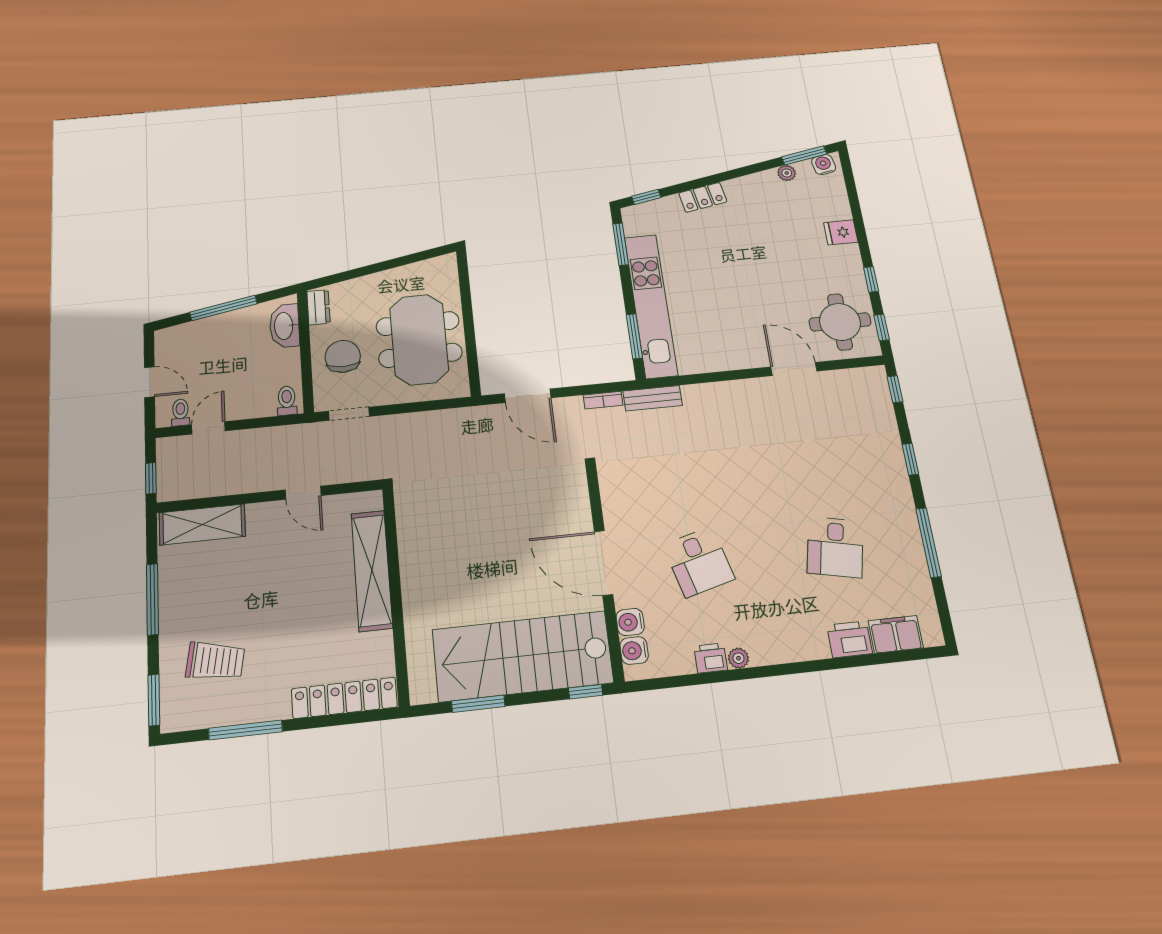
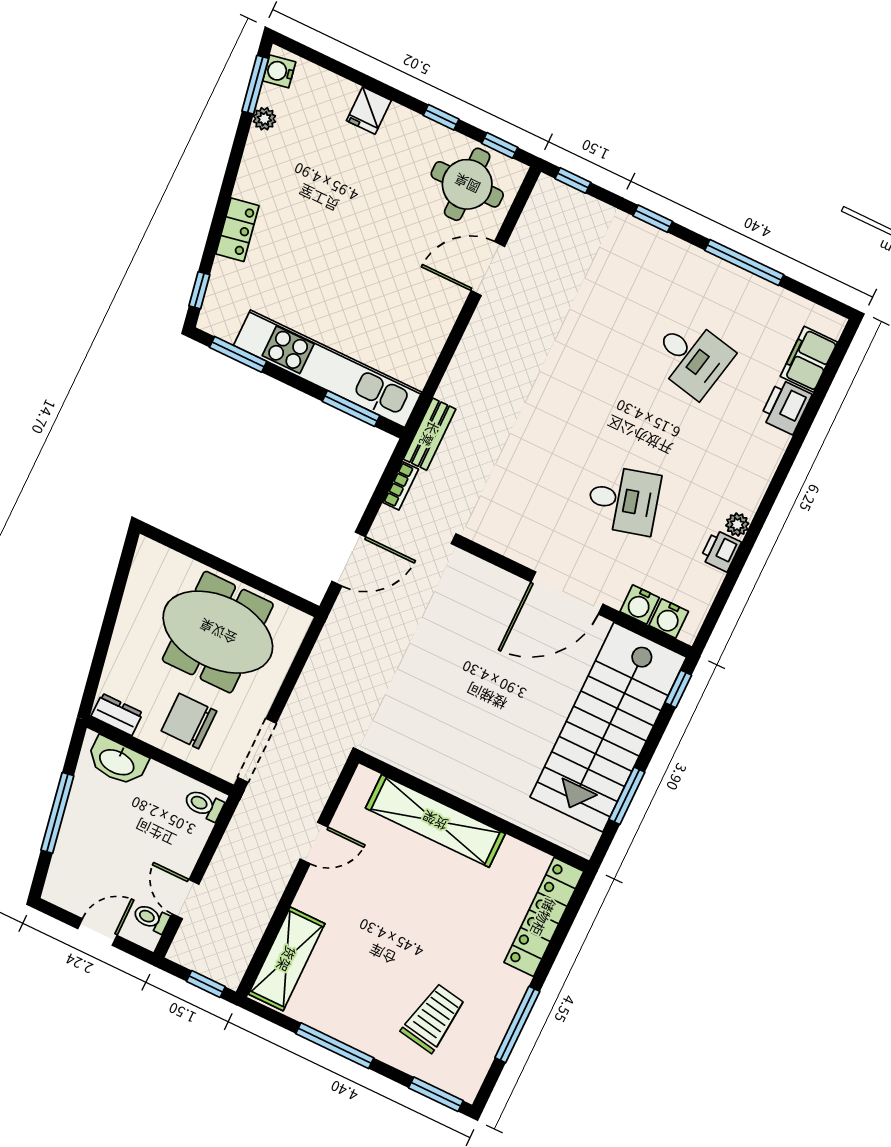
doorway: (349, 414) -> (257, 750), width x1.38

